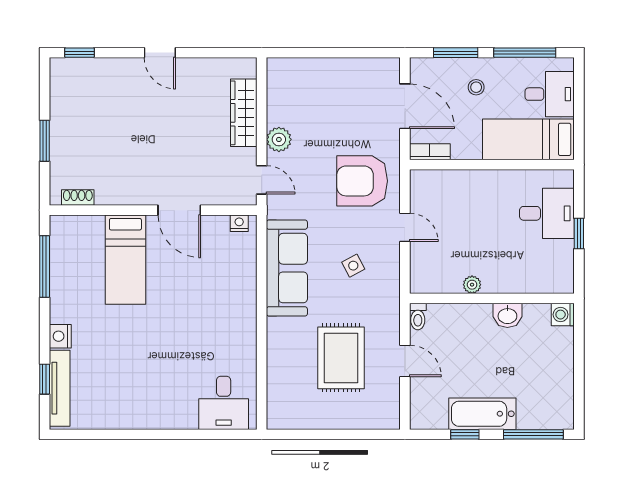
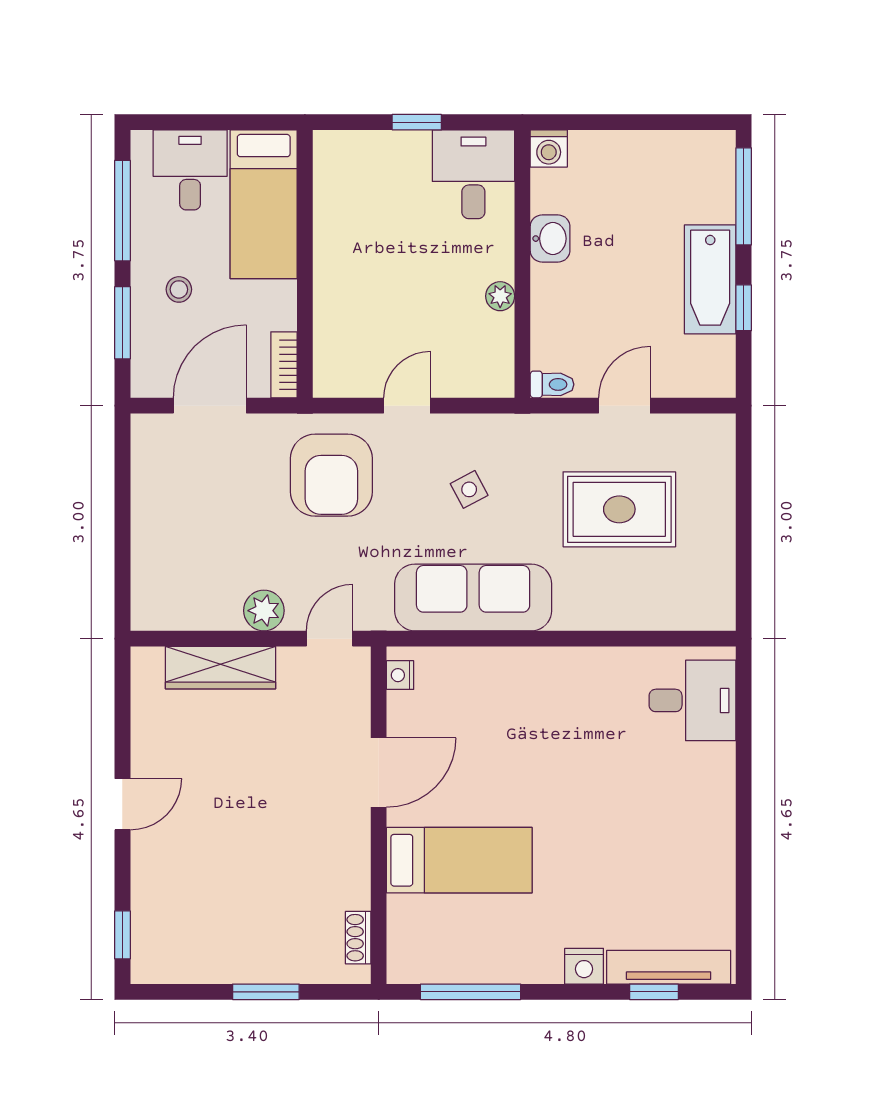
desk: (547, 213) -> (473, 174), moved

